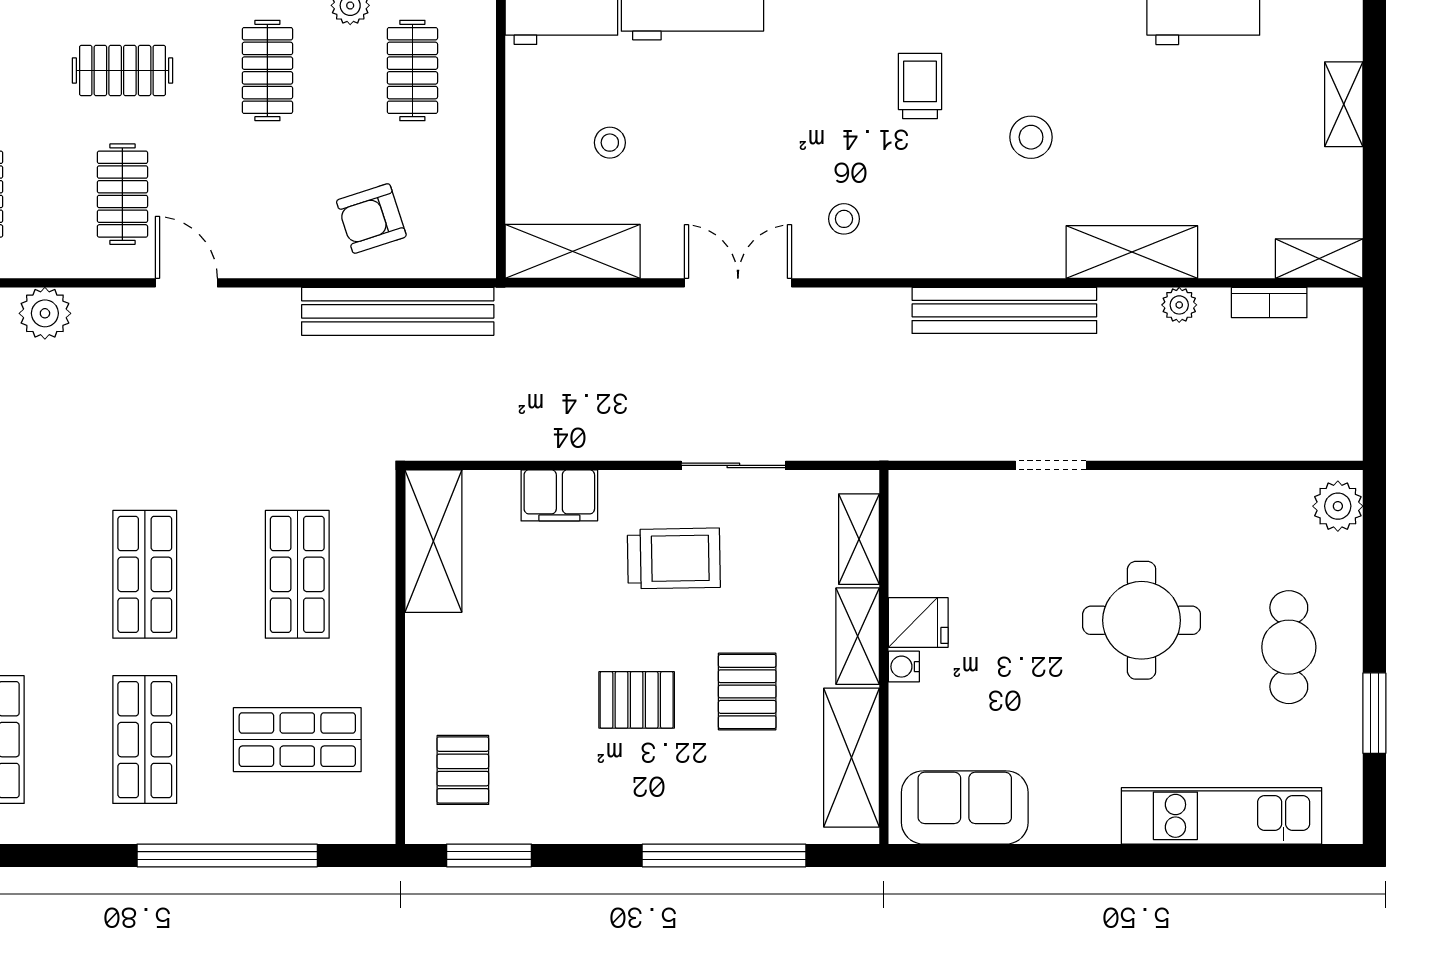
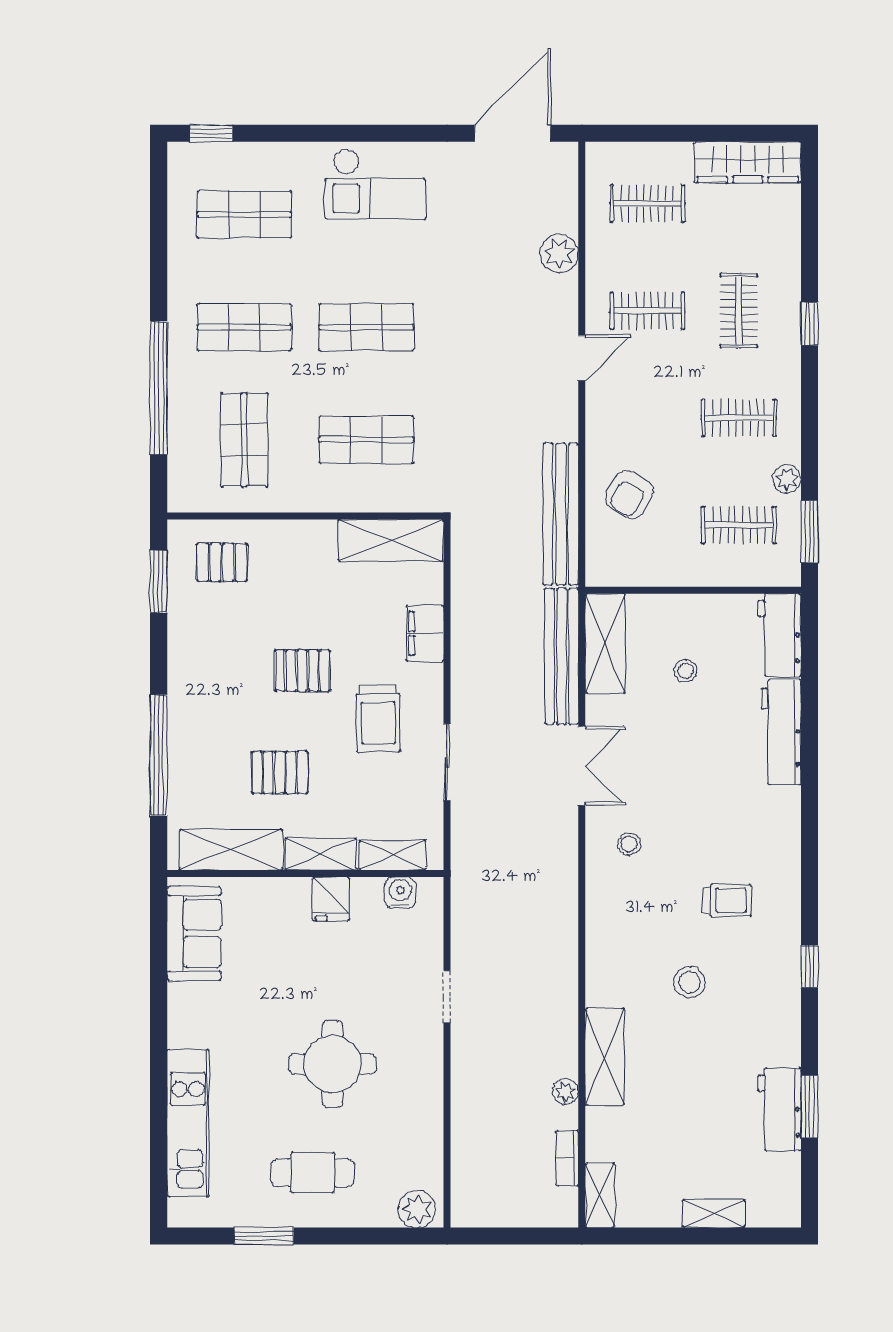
armchair: (371, 219) -> (629, 495), turned -132
bench: (1004, 310) -> (562, 656), moved
water cooler: (904, 667) -> (400, 893), moved, width x1.38, depth x1.38
pallet: (637, 700) -> (302, 671), moved, turned 90

